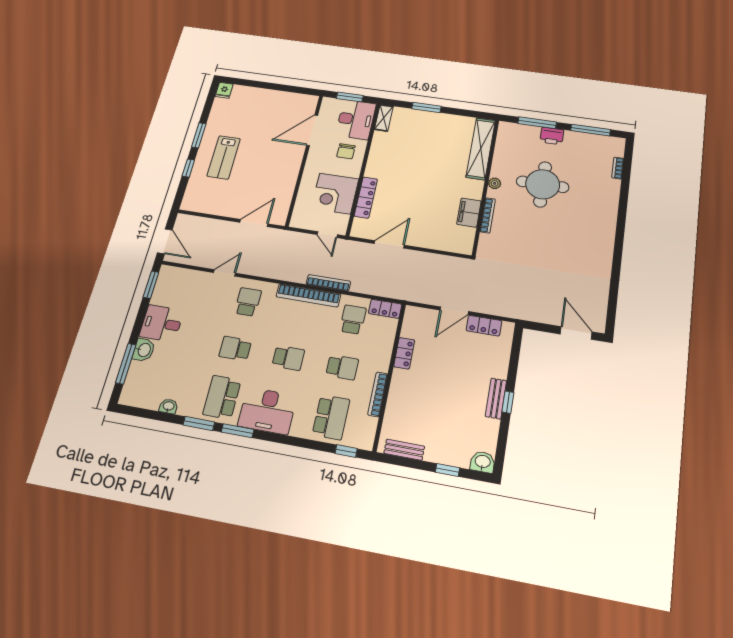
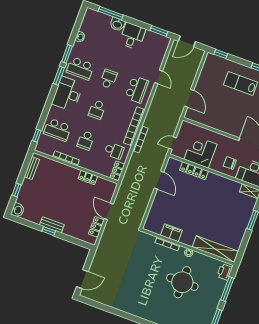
printer: (552, 136) -> (225, 272), moved
window: (188, 168) -> (221, 54), moved
school desk: (248, 302) -> (137, 89), width x1.85
school desk: (222, 397) -> (80, 68), turned 180

